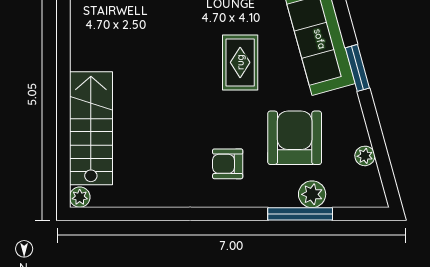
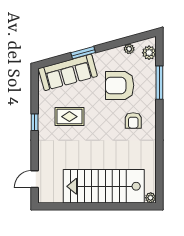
rug: (240, 62) -> (69, 117), moved
stairs: (91, 128) -> (104, 186), width x1.36, depth x1.51
plant: (312, 194) -> (149, 53), moved

